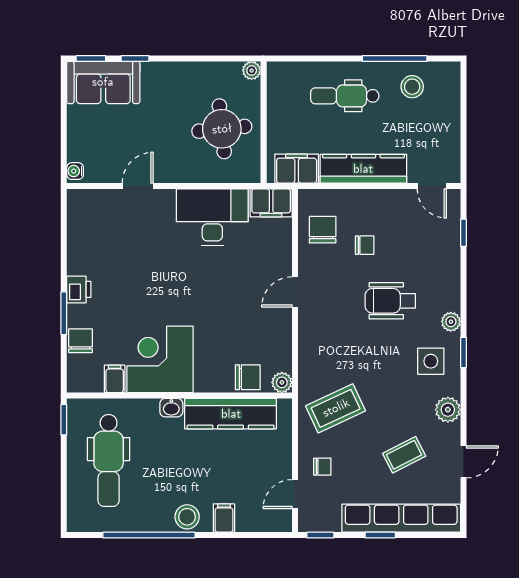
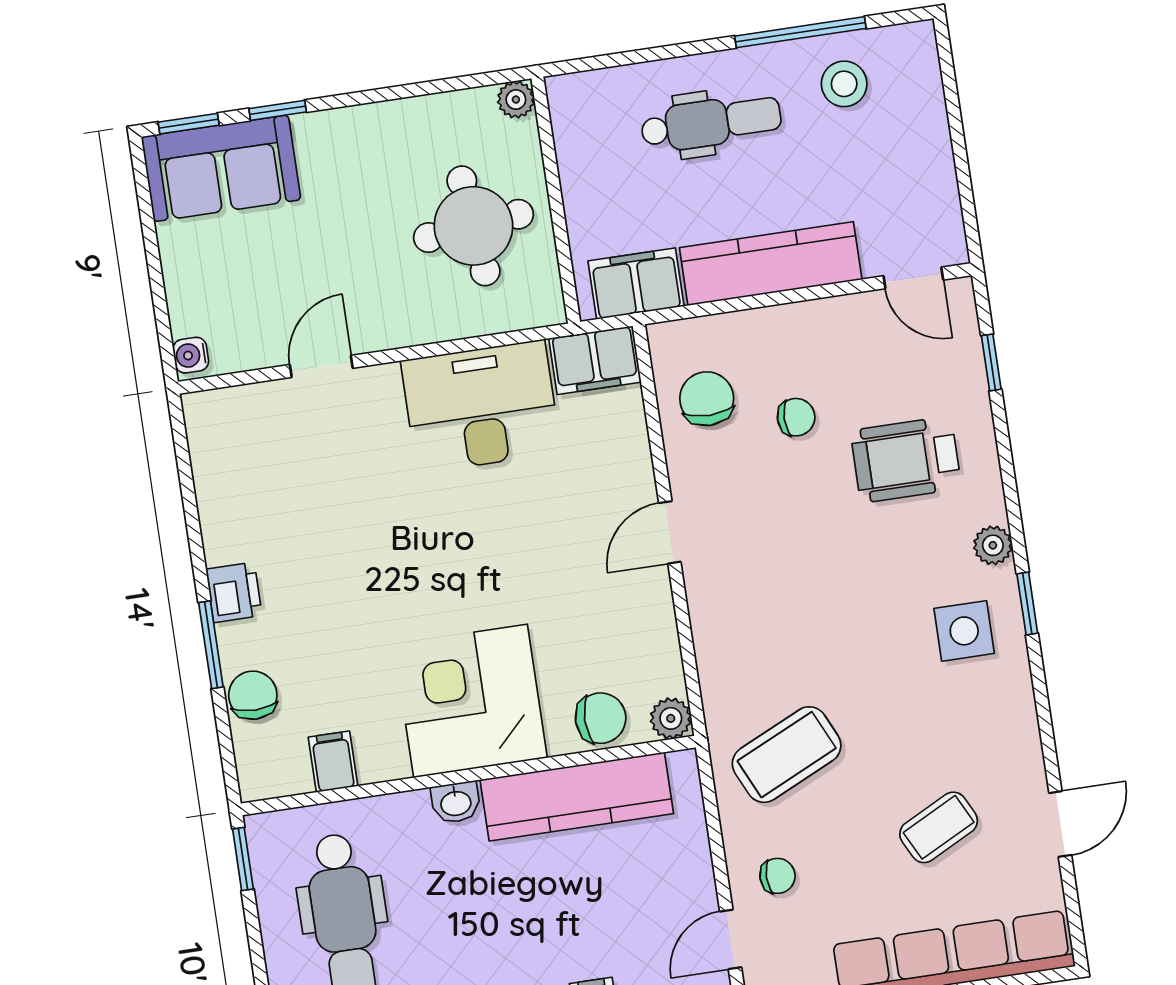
dental chair: (345, 96) -> (711, 123), turned 180
wheelchair: (390, 301) -> (906, 460), moved
corner desk: (160, 359) -> (470, 701), moved
plant: (448, 410) -> (1013, 723), removed

